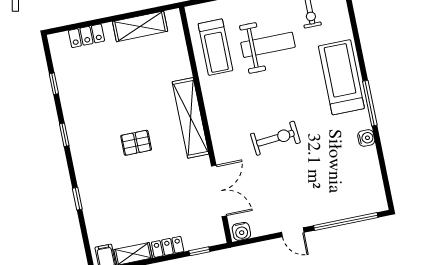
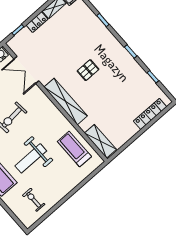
shelving: (140, 26) -> (100, 141), moved, turned 90
locker: (86, 36) -> (150, 114), width x1.53
weight bench: (268, 45) -> (31, 158), moved

